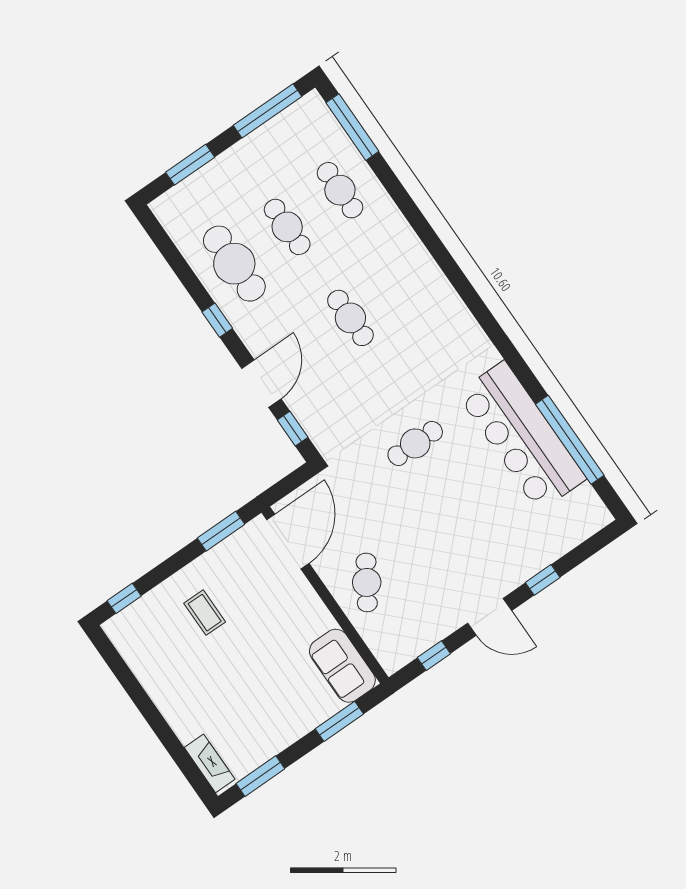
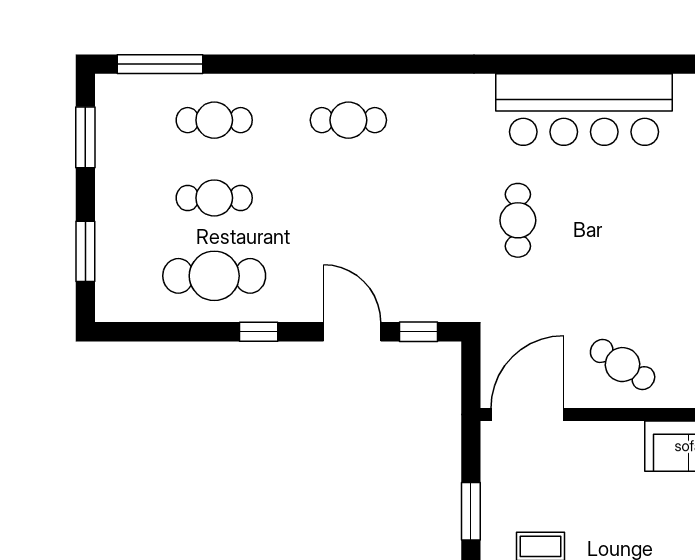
window: (268, 111) -> (85, 137), width x0.69
cafe table: (350, 318) -> (348, 120), moved
window: (570, 440) -> (621, 64), removed
window: (221, 531) -> (471, 511), moved
door: (288, 542) -> (527, 415), hinge flipped

